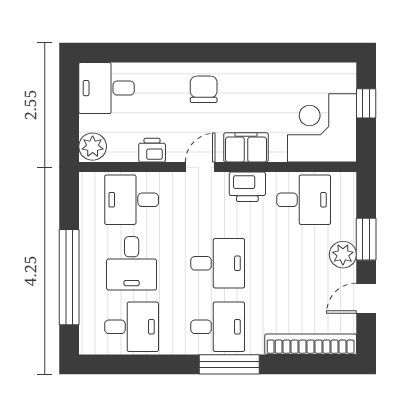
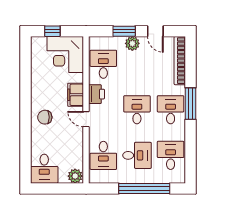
printer: (152, 150) -> (77, 145), removed

